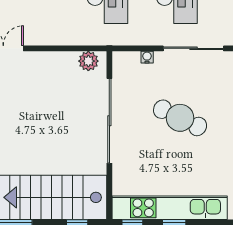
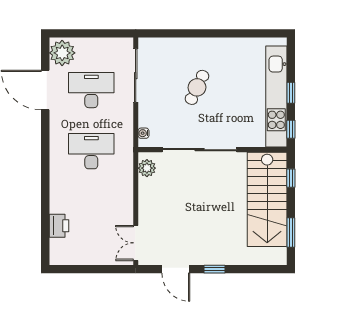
water cooler: (147, 57) -> (143, 133), moved
cafe table: (180, 118) -> (197, 87), width x0.73, depth x0.74

